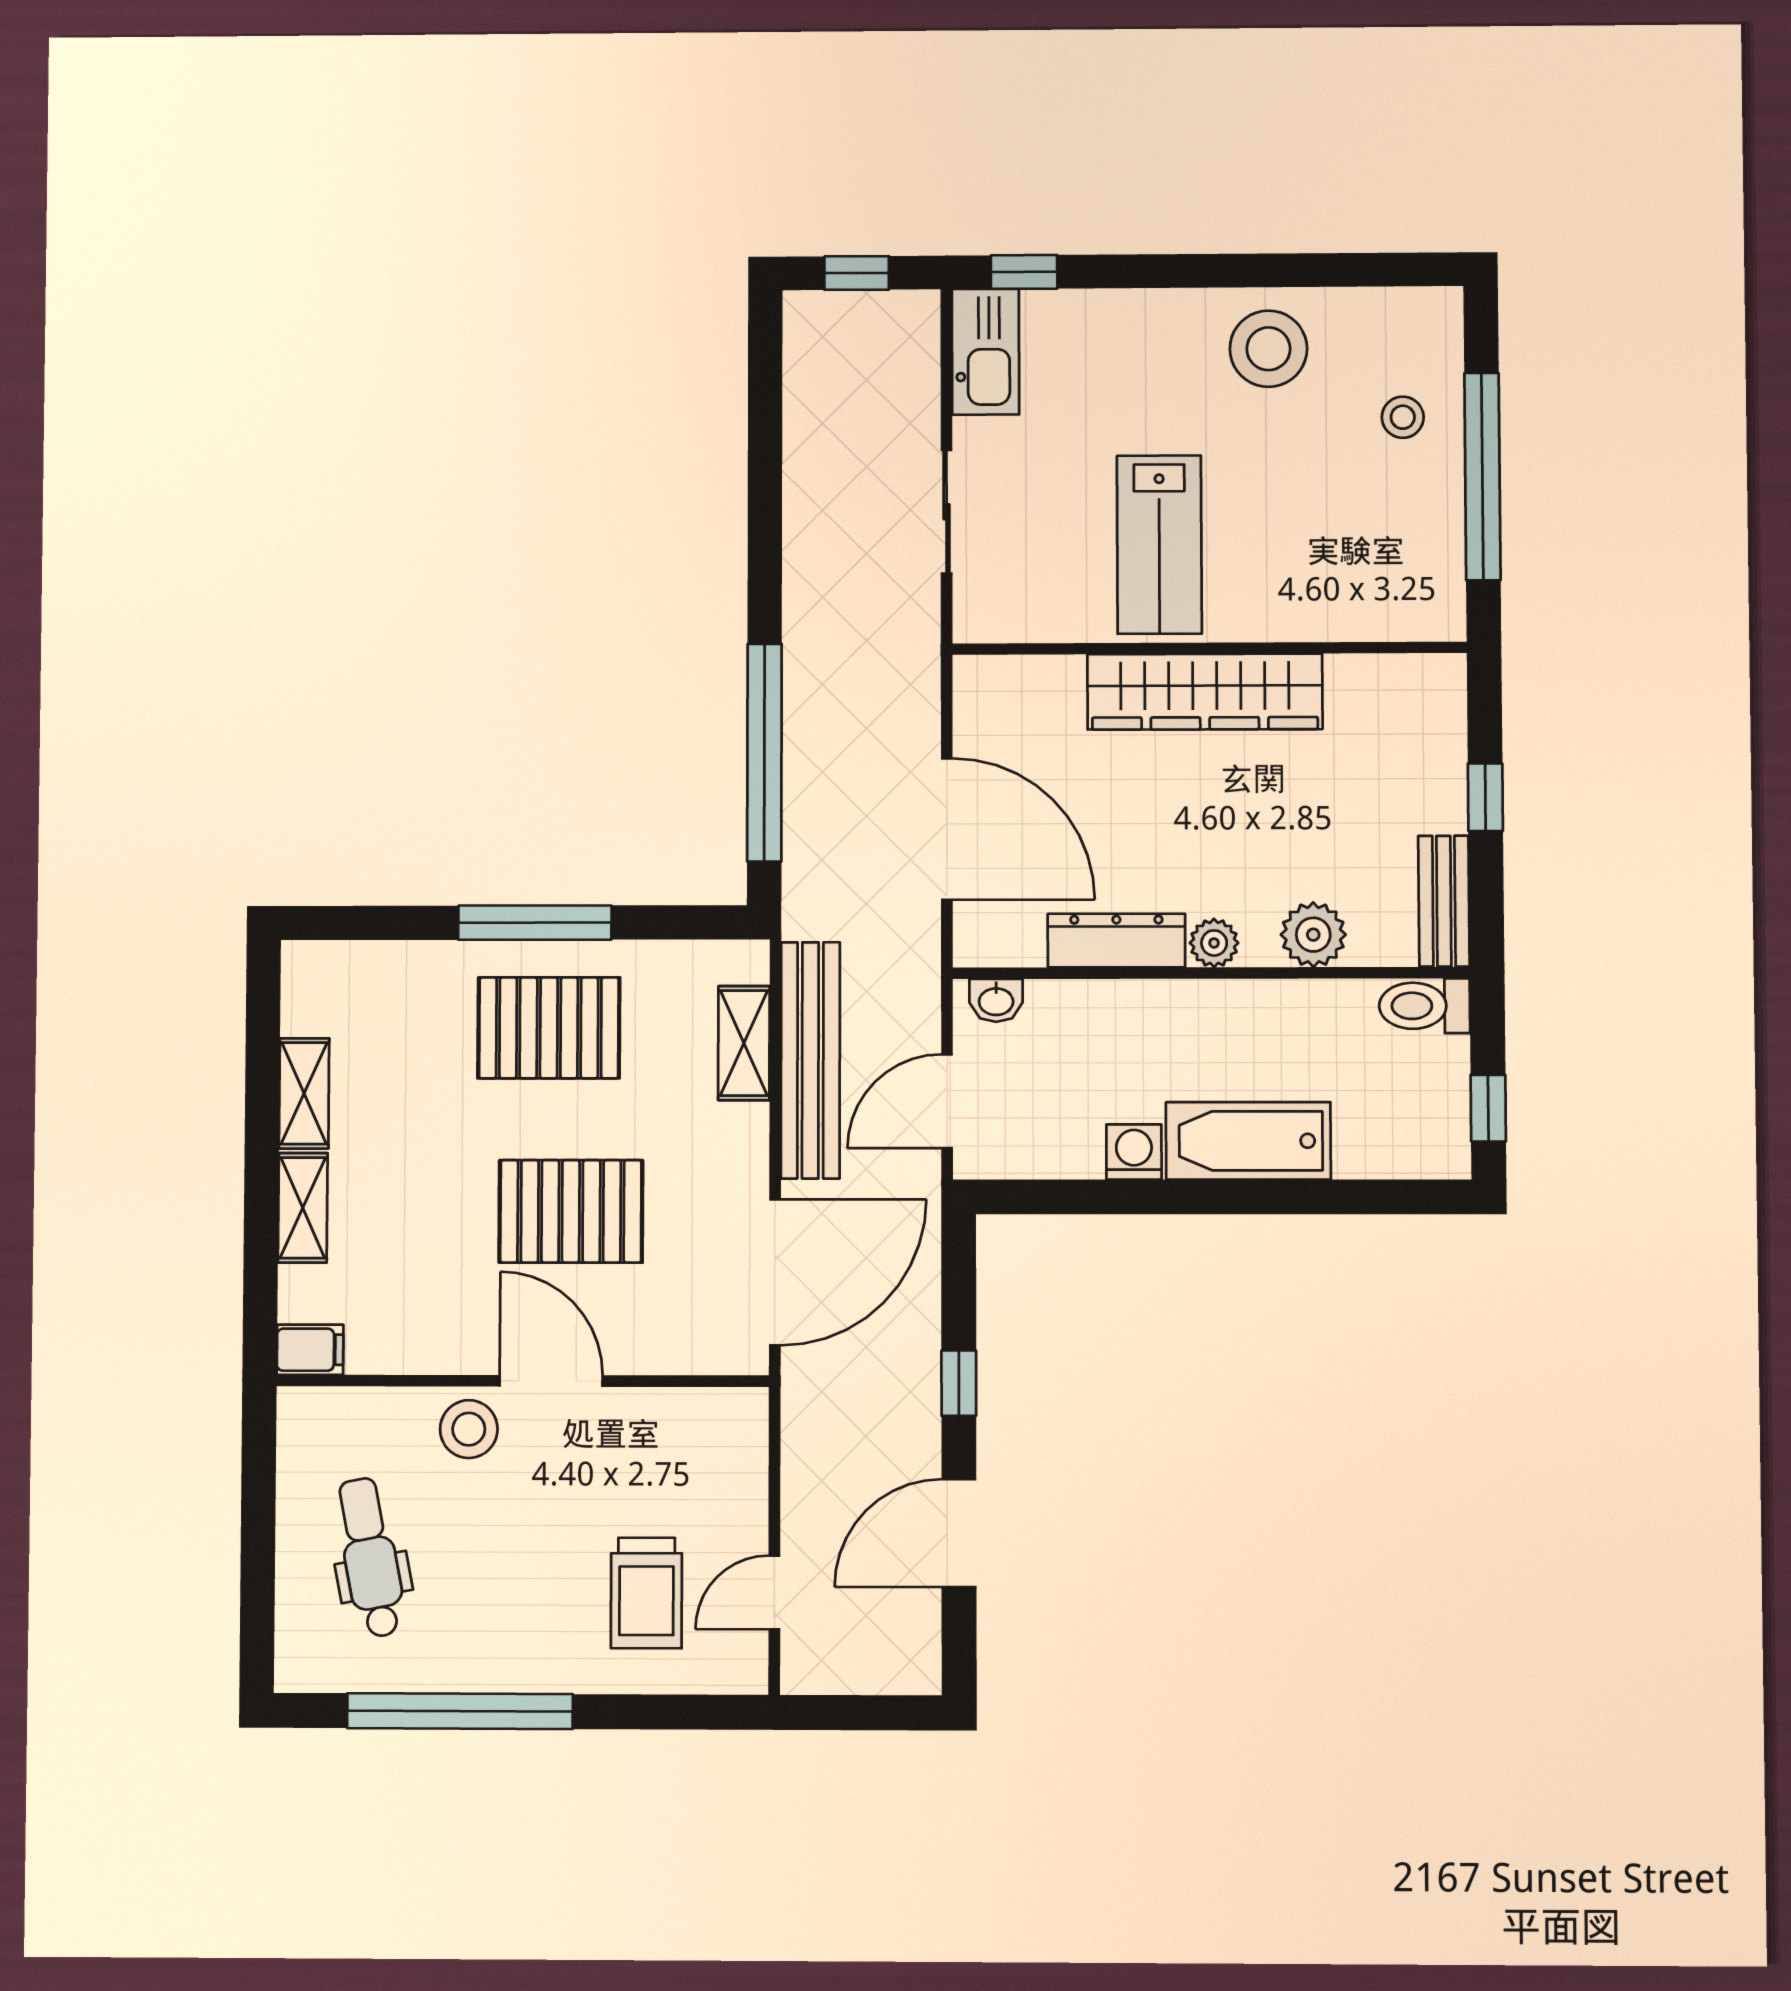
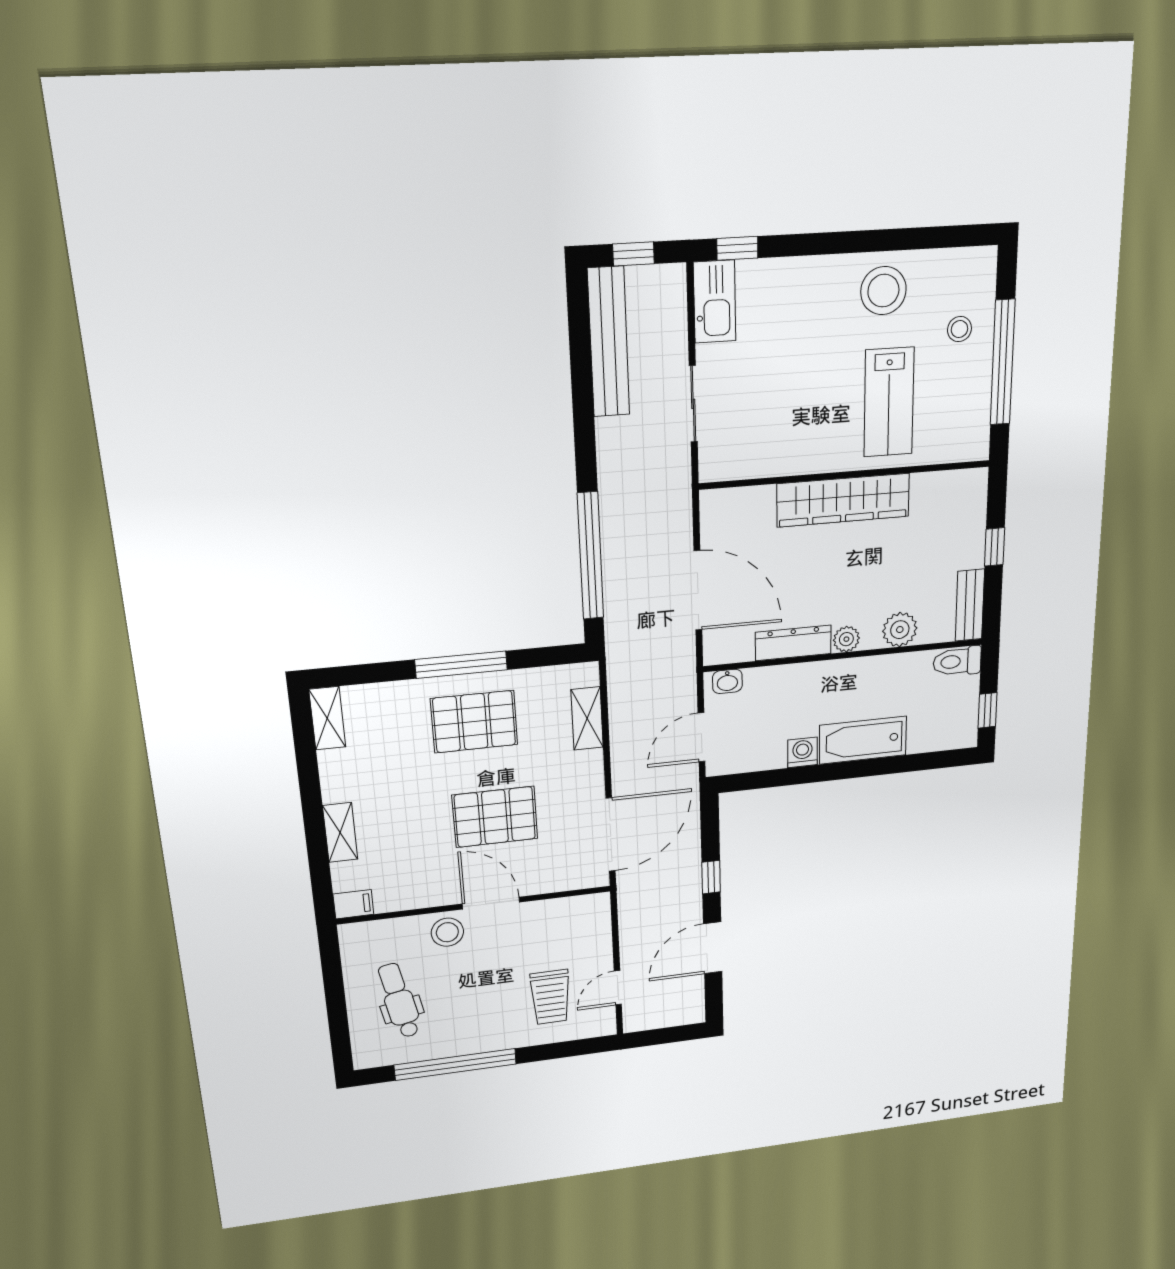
lab bench: (1159, 545) -> (889, 402), moved
bench: (810, 1060) -> (609, 342), moved
shelving: (304, 1093) -> (327, 718), moved

